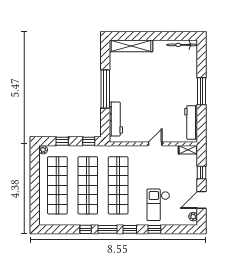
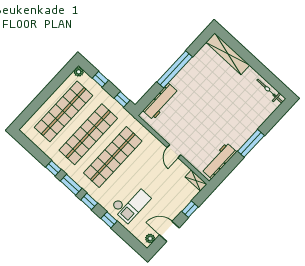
door: (155, 144) -> (174, 151), swing flipped
checkout: (158, 205) -> (131, 203), turned 180

